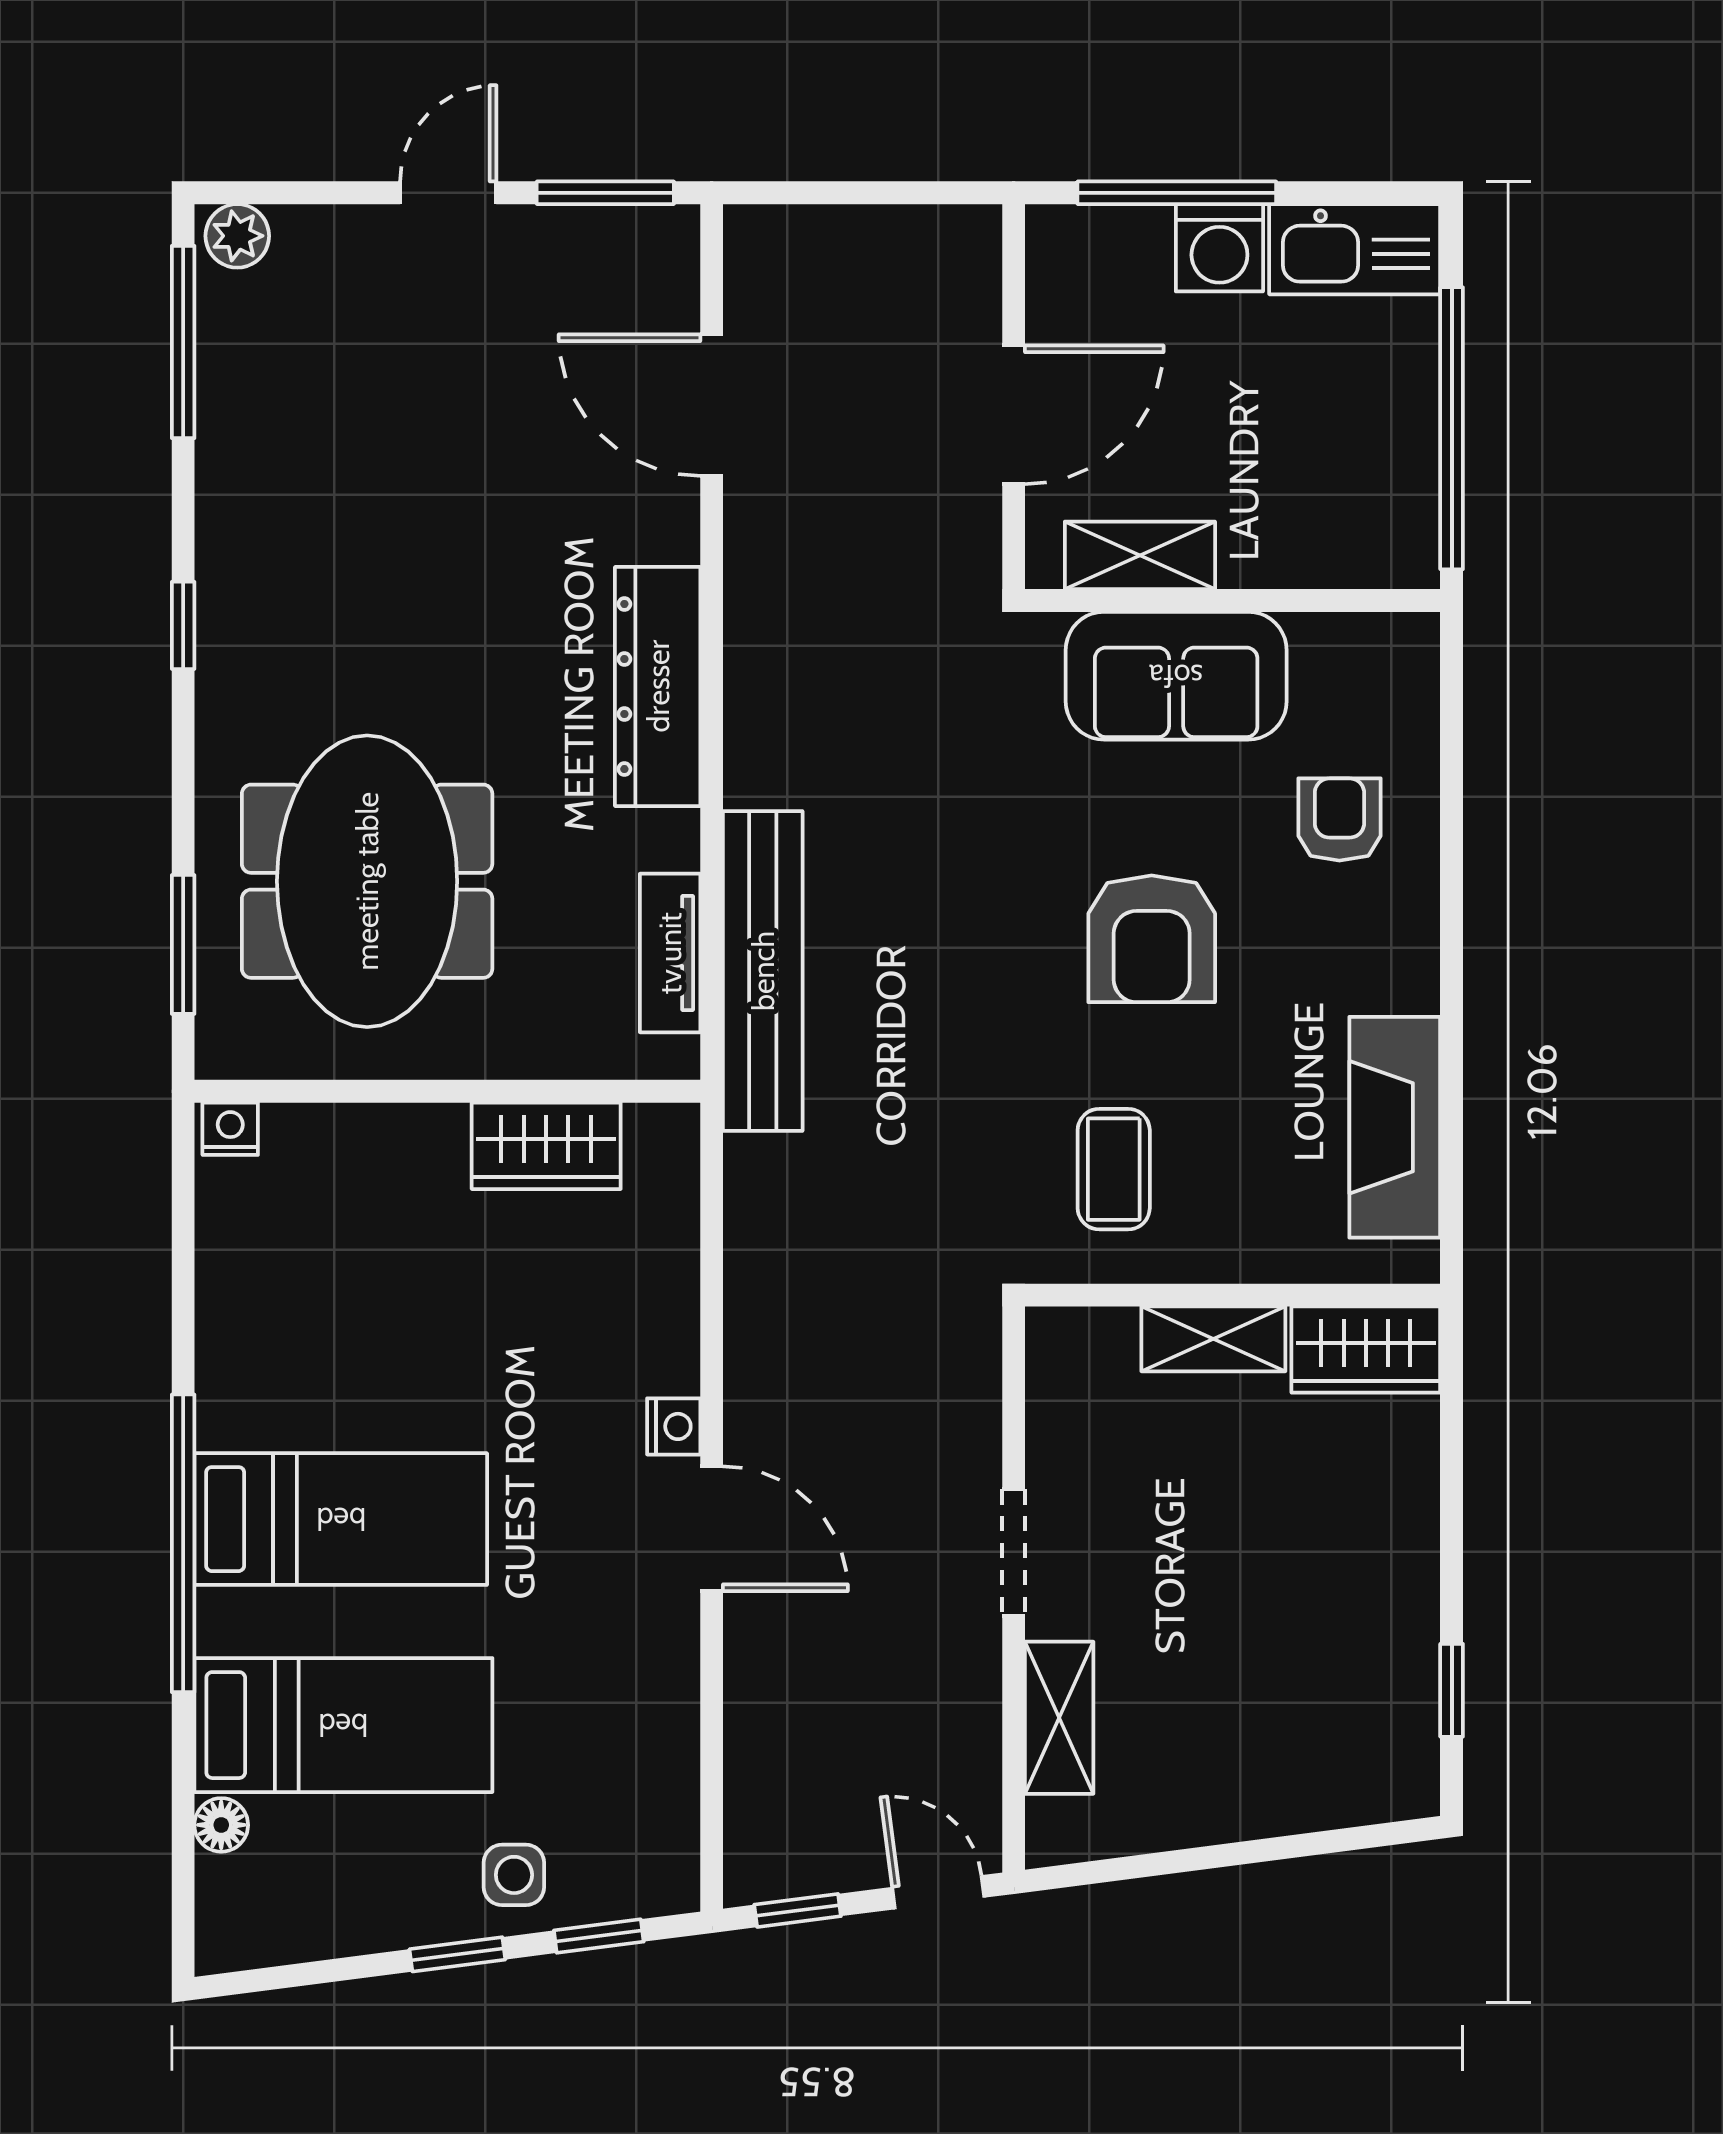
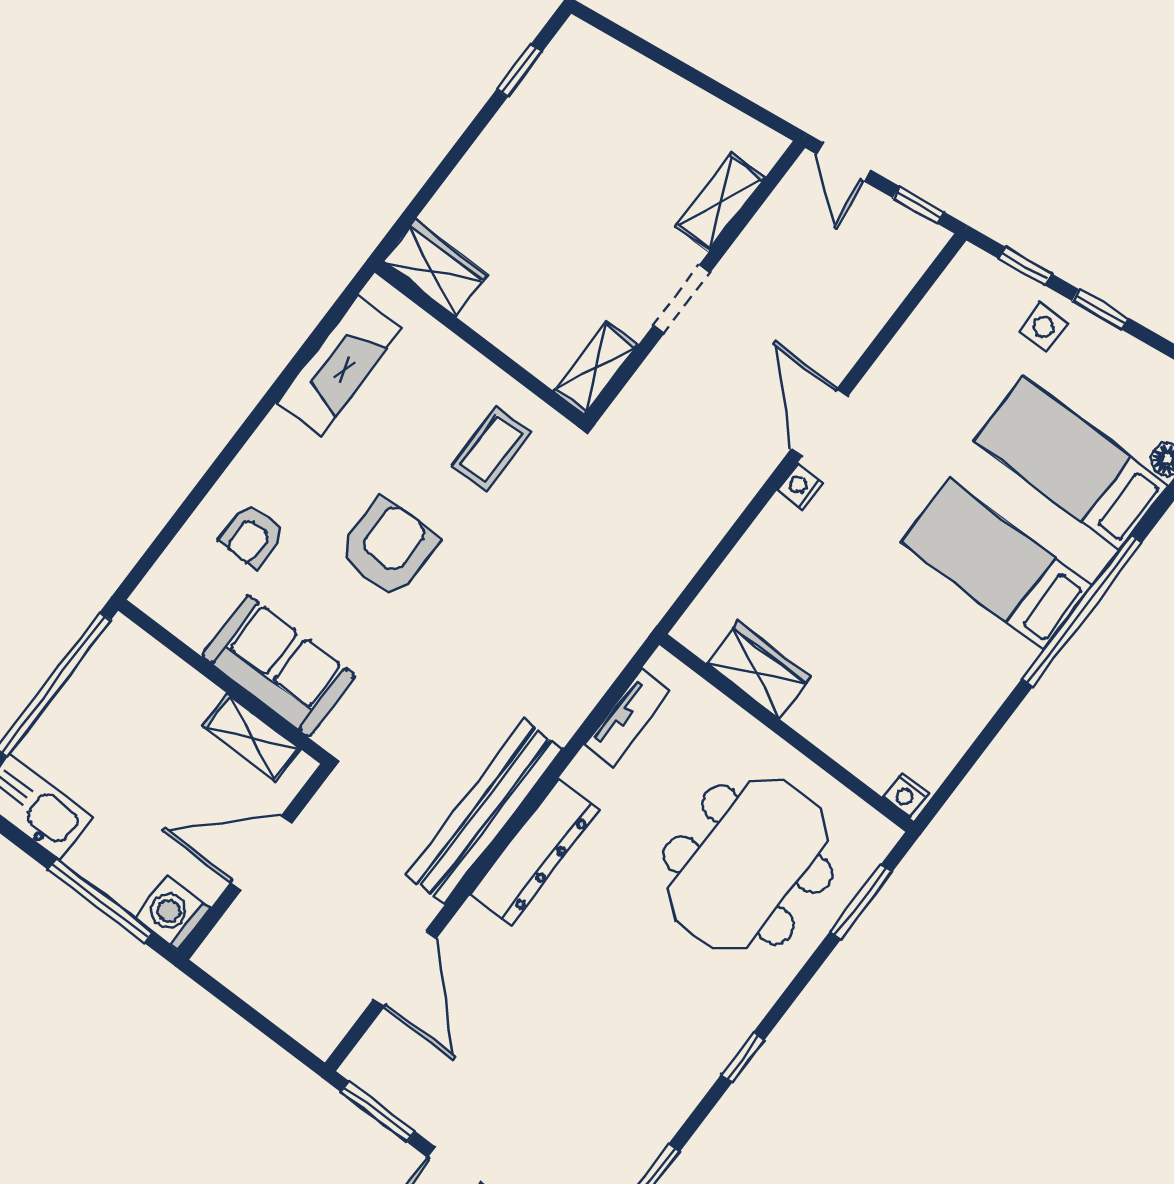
washing machine: (1219, 248) -> (173, 914), moved, turned -90
bench: (763, 971) -> (484, 812), moved
shelving: (1213, 1339) -> (596, 368), moved, turned 90

